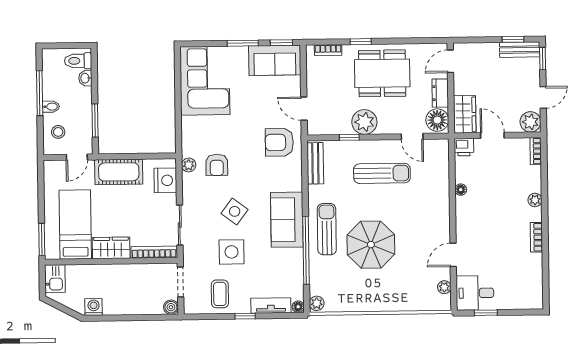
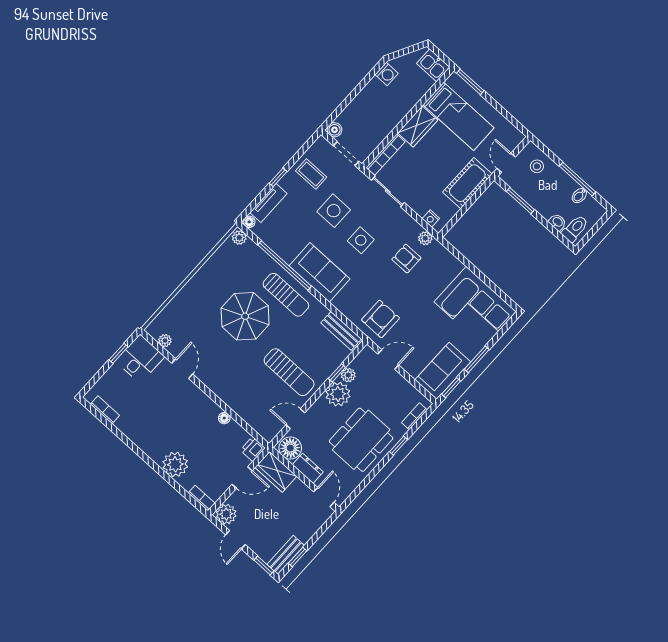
bidet: (51, 107) -> (579, 196), moved
plant: (343, 127) -> (348, 375), added
sun lounger: (382, 173) -> (289, 372), turned -90
nightstand: (165, 180) -> (431, 219), width x0.53, depth x0.56
plant: (535, 200) -> (175, 464), width x1.88, depth x1.88
side table: (235, 211) -> (361, 240), turned -37
bookcase: (536, 237) -> (105, 410), moved

